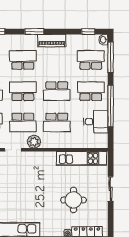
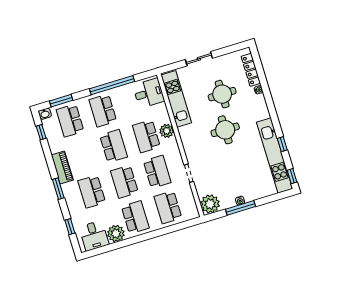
window: (111, 57) -> (61, 101), width x0.69
school desk: (57, 122) -> (146, 136), turned 180
desk: (96, 122) -> (149, 93), moved, turned 90
plant: (34, 142) -> (167, 131), moved
round table: (41, 193) -> (225, 130), added

